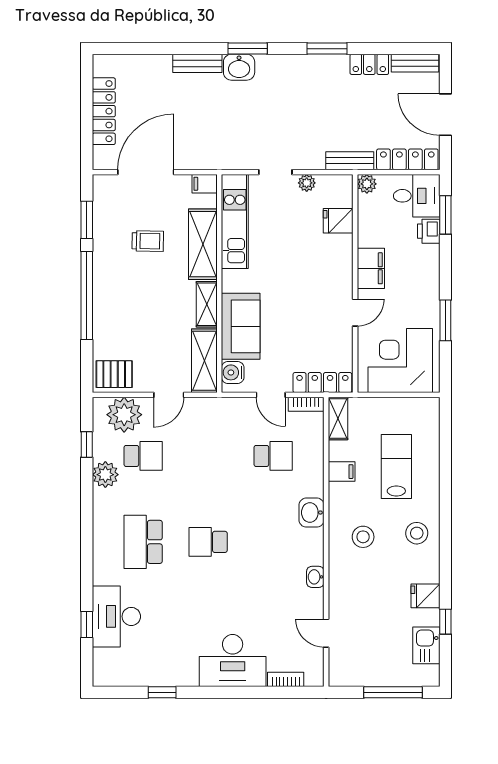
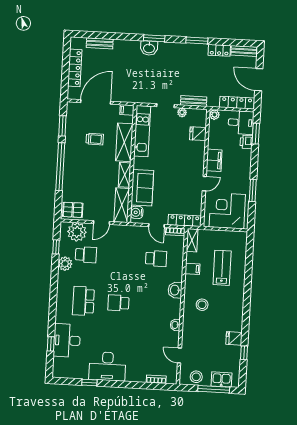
bench: (197, 63) -> (100, 43), moved
bench: (350, 161) -> (194, 101), moved
stool: (417, 533) -> (196, 377), moved
kitchen sink: (426, 645) -> (221, 379), moved, turned 90
desk: (233, 660) -> (107, 366), moved

